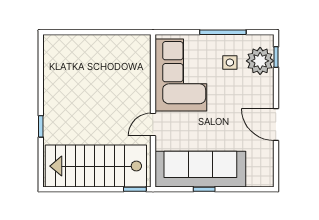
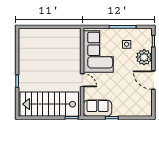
plant: (260, 61) -> (144, 57), moved
door: (153, 125) -> (82, 80), swing flipped
sofa: (200, 169) -> (98, 108), width x0.54, depth x0.79

